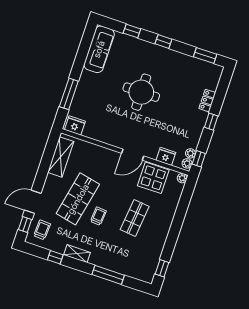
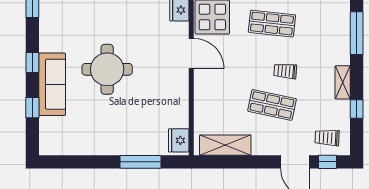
sofa: (99, 49) -> (52, 84), moved, turned 90
shop shelf: (78, 199) -> (272, 105), width x0.70, depth x0.74

